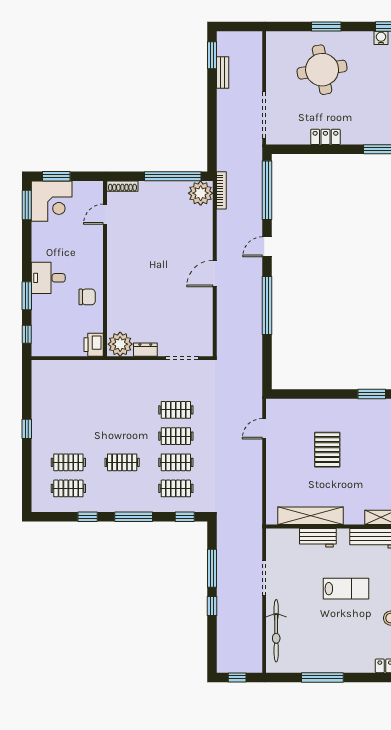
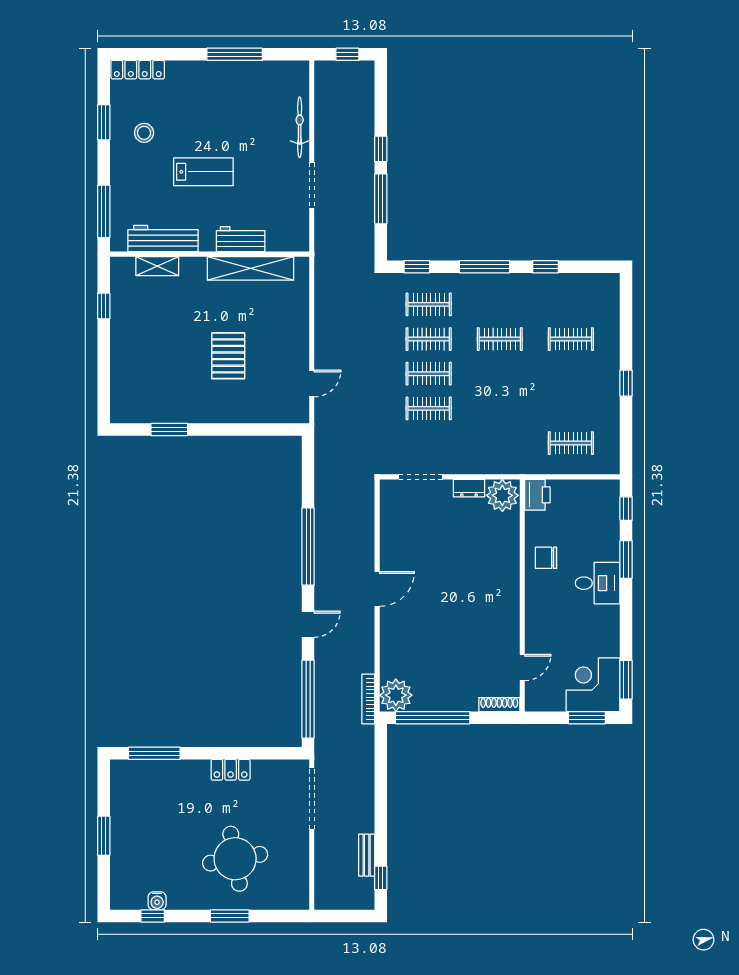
window: (212, 55) -> (381, 878), width x0.67
clothes rail: (68, 488) -> (571, 443), moved
lab bench: (346, 589) -> (203, 172), turned 180
bicycle: (276, 631) -> (300, 127), width x0.73, depth x0.71

